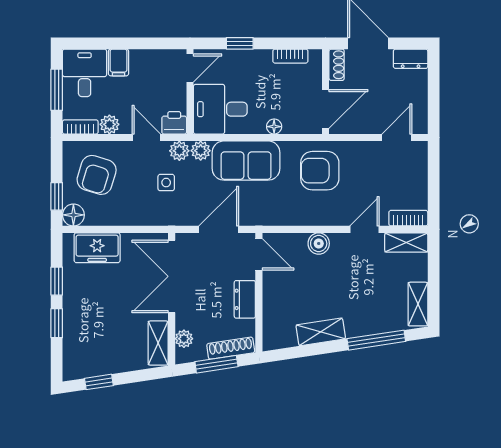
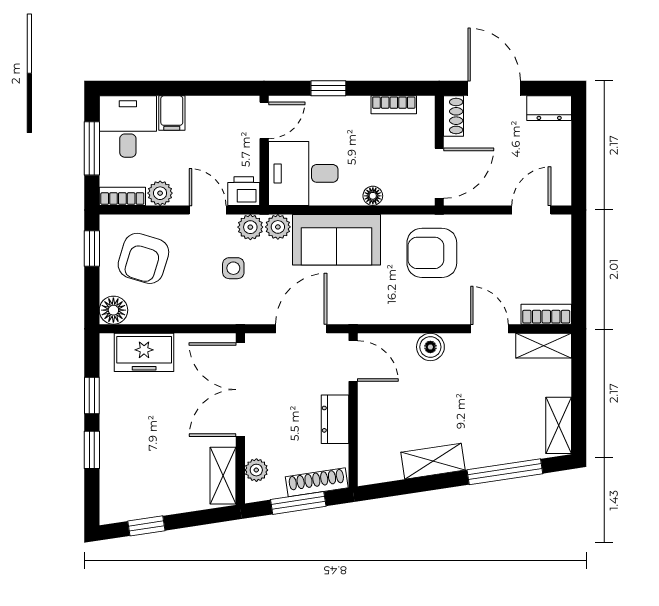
window: (57, 196) -> (92, 248), moved
door: (364, 229) -> (489, 329), hinge flipped

